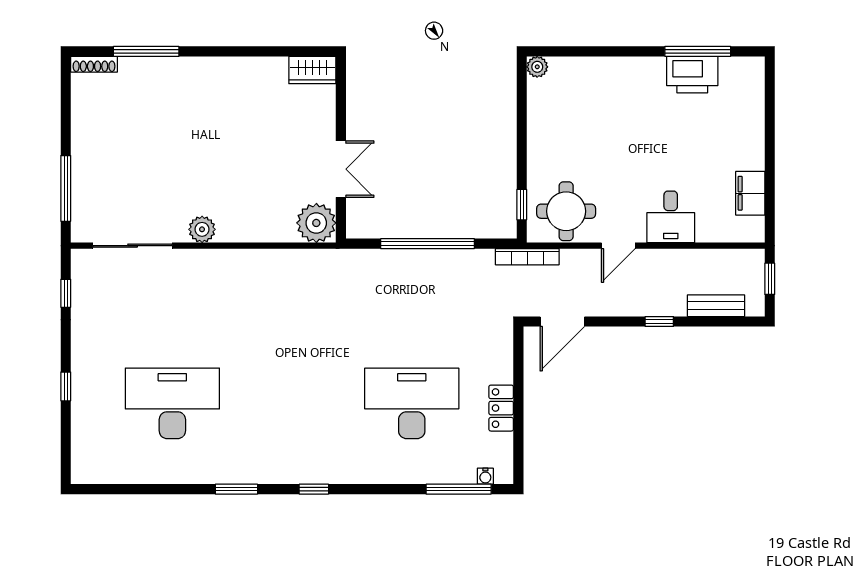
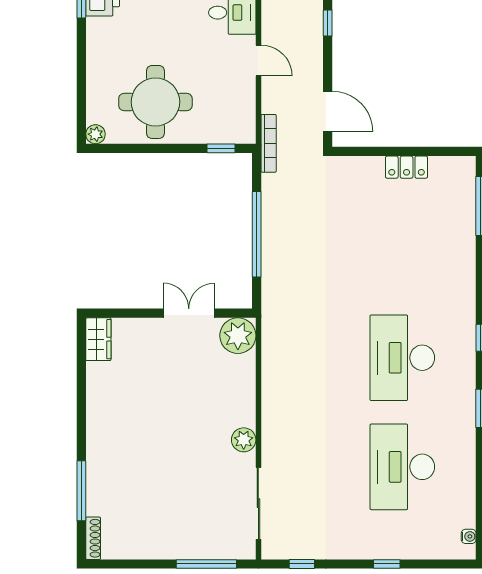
round table: (566, 211) -> (155, 102), moved, width x1.36, depth x1.36
desk: (412, 403) -> (402, 358), moved
water cooler: (485, 476) -> (469, 536), moved

